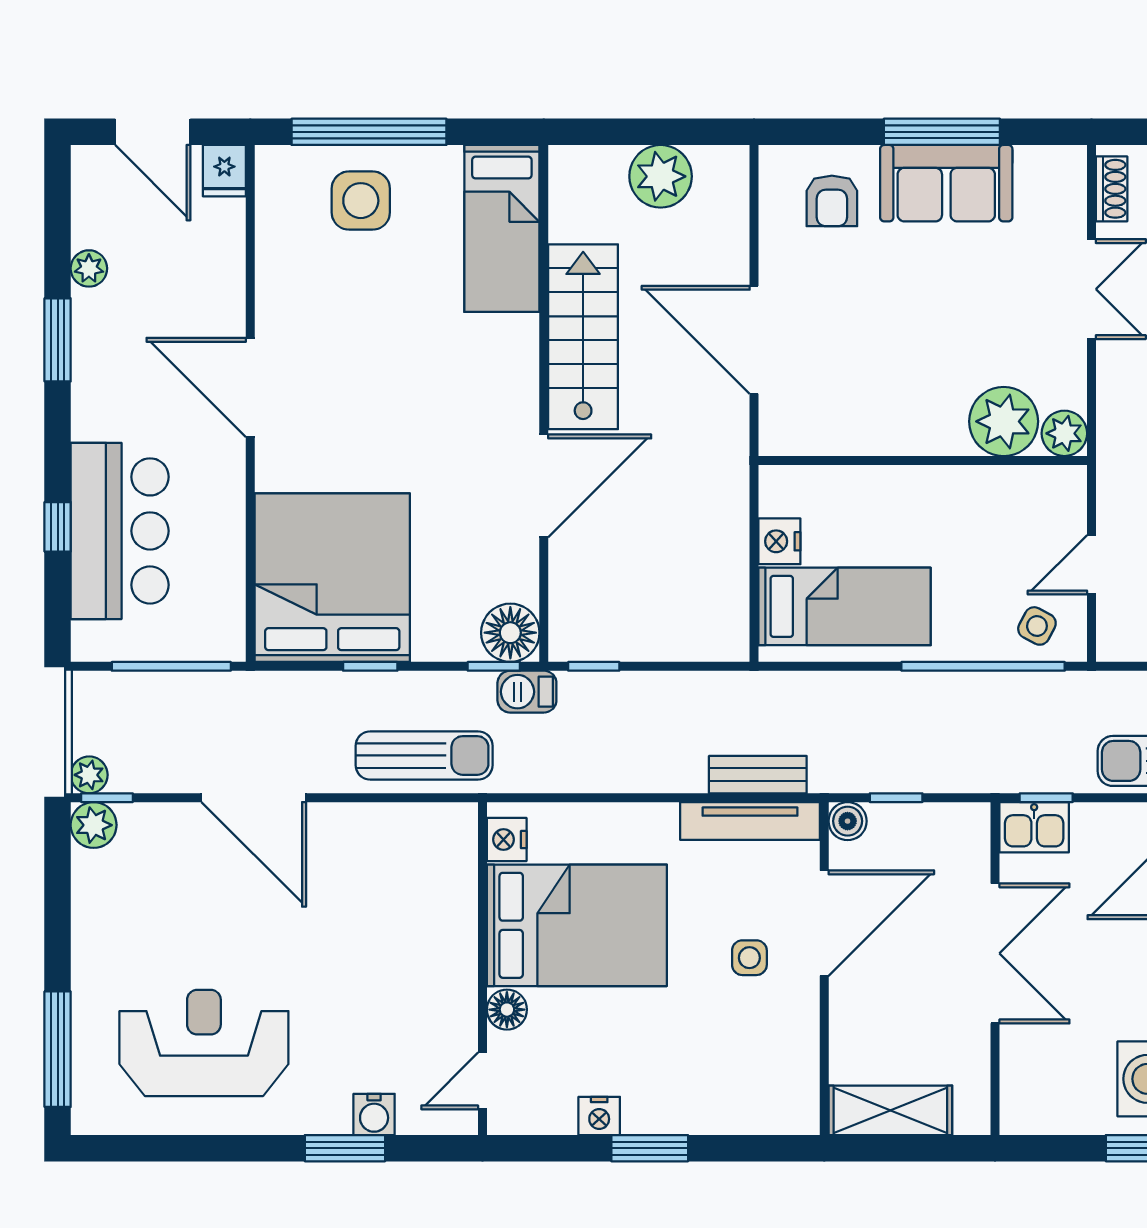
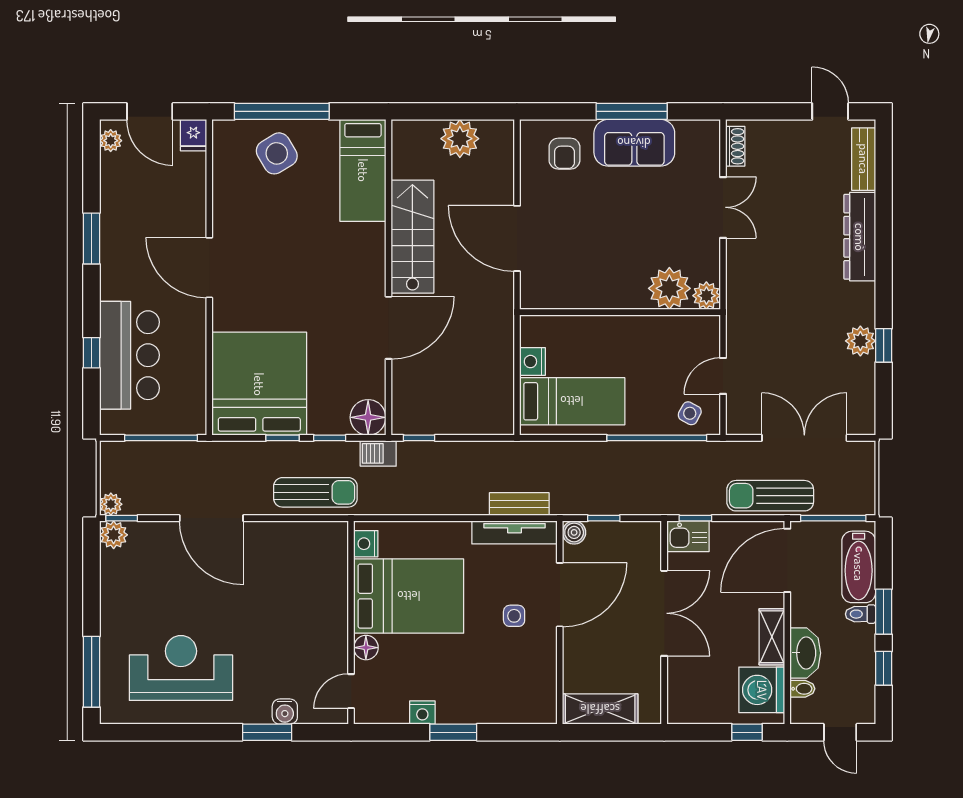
side table: (361, 201) -> (277, 153), turned -31
plant: (89, 268) -> (111, 141), moved
window: (494, 666) -> (330, 438), moved

